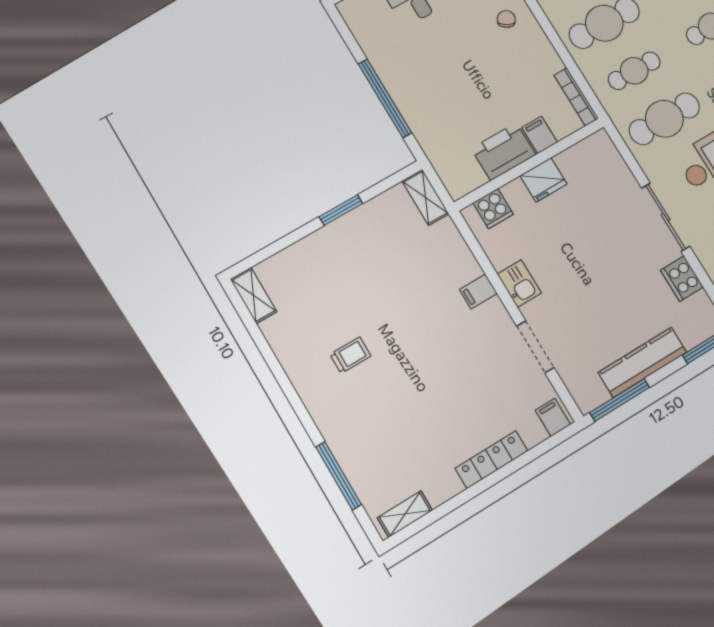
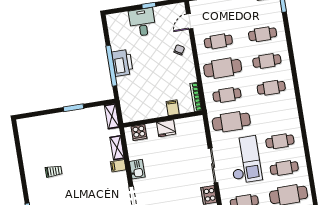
printer: (504, 152) -> (122, 63), moved, turned 90
shelving: (254, 295) -> (117, 148), moved

